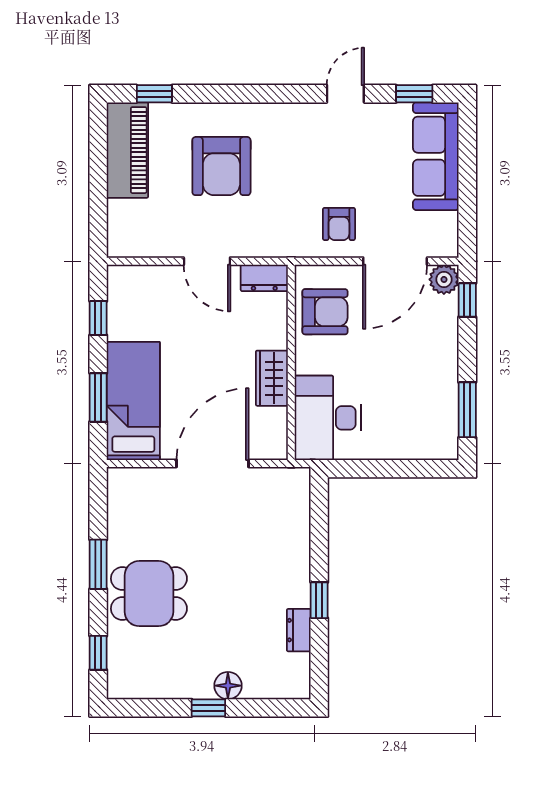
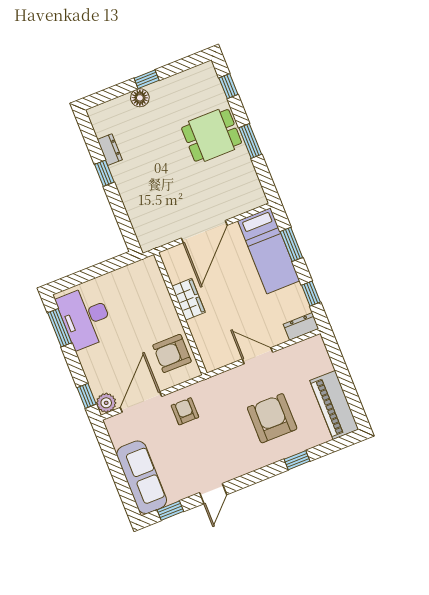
window: (154, 94) -> (297, 460), moved
dresser: (264, 278) -> (301, 326), moved
desk: (328, 418) -> (85, 317), moved, turned 180

